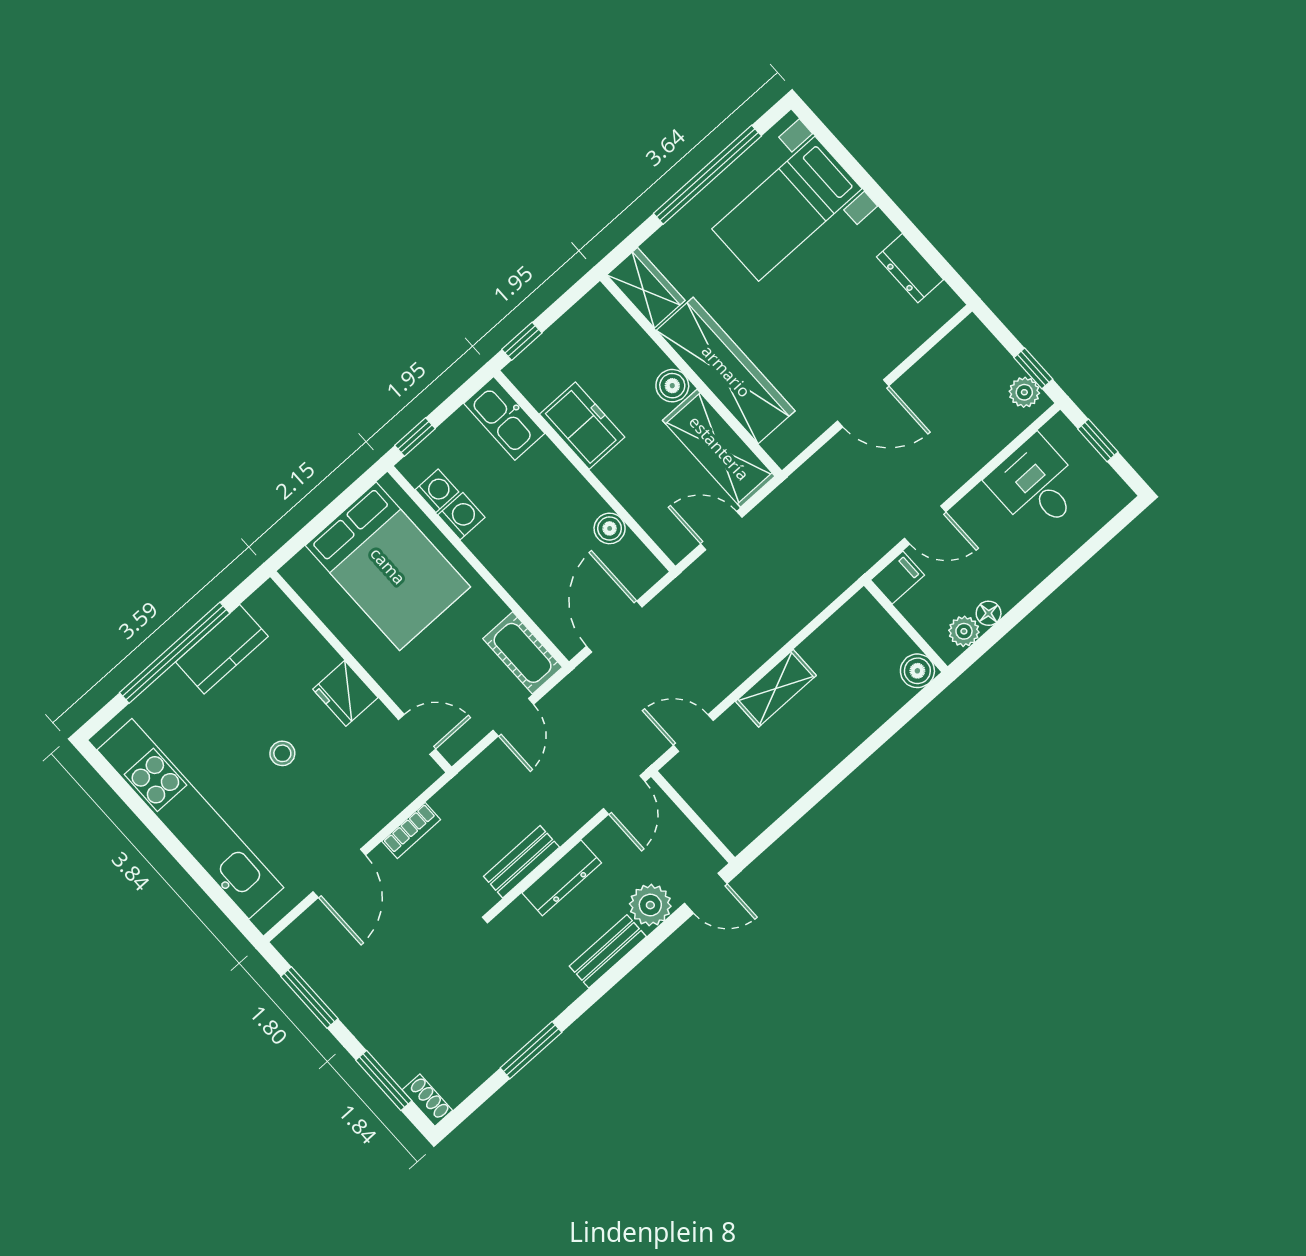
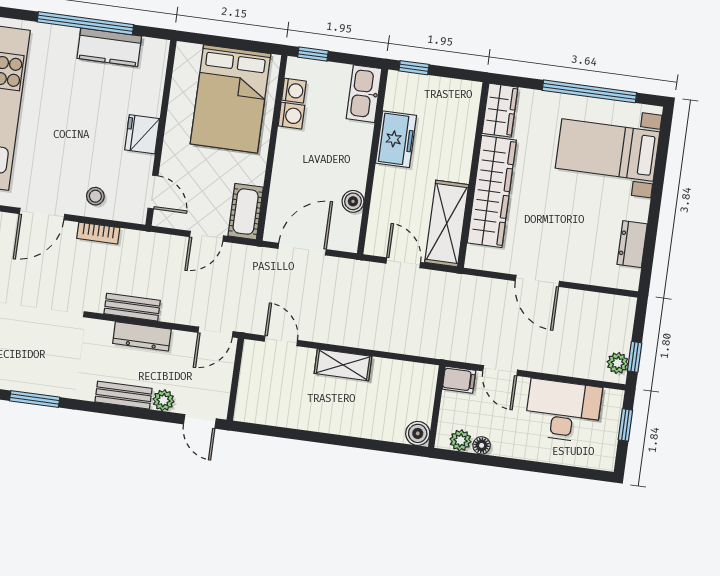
boiler: (672, 386) -> (459, 170), removed
desk: (1036, 485) -> (563, 411), width x1.37
stool: (282, 753) -> (95, 196), moved
plant: (650, 905) -> (163, 400), width x0.73, depth x0.73

